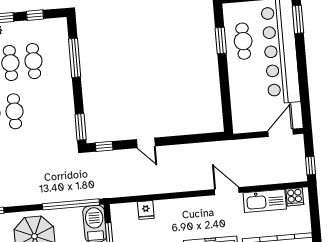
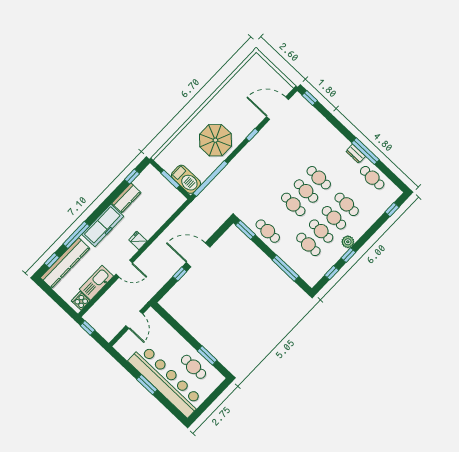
window: (298, 19) -> (147, 385), moved
cafe table: (61, 107) -> (268, 231), added
door: (281, 133) -> (134, 320), moved
door: (146, 143) -> (198, 255), width x1.88
window: (104, 146) -> (180, 274), moved
fridge: (146, 210) -> (138, 240), moved

